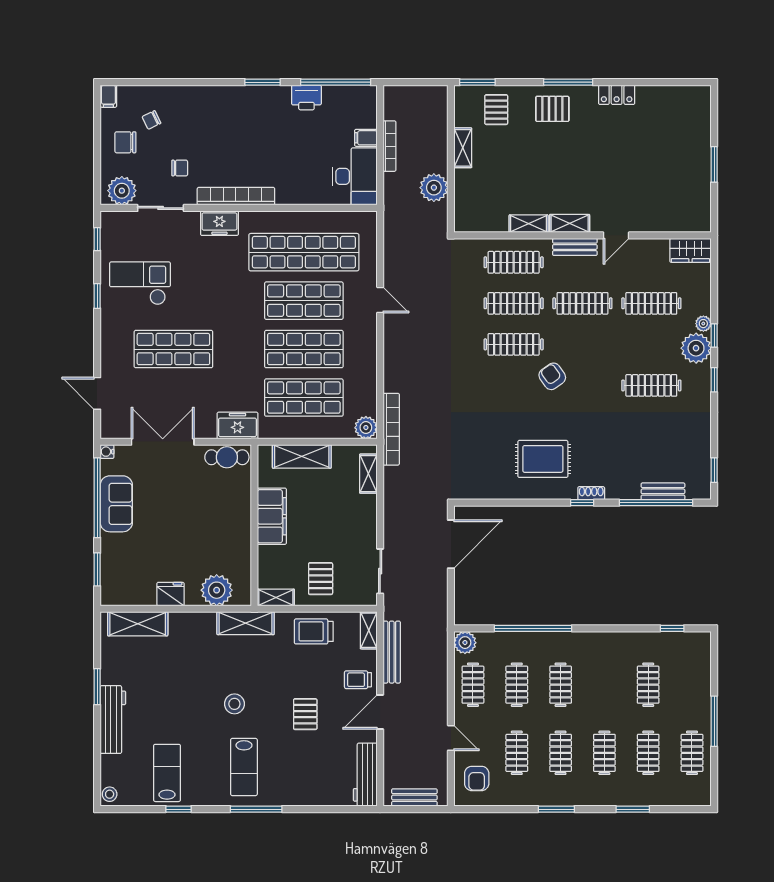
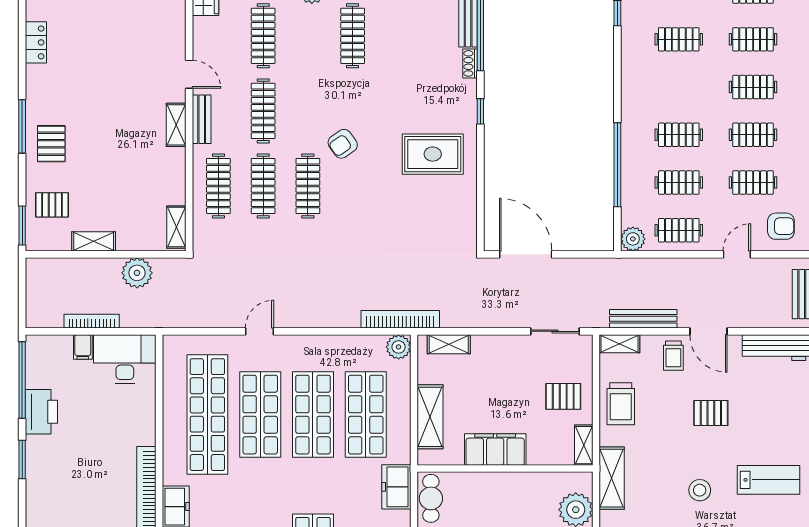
locker: (617, 95) -> (36, 42), moved
printer: (306, 97) -> (41, 412), width x1.37, depth x1.19
shelving: (529, 224) -> (176, 227), moved
rug: (543, 459) -> (433, 154), turned 90
shoe rack: (591, 493) -> (470, 63), moved

